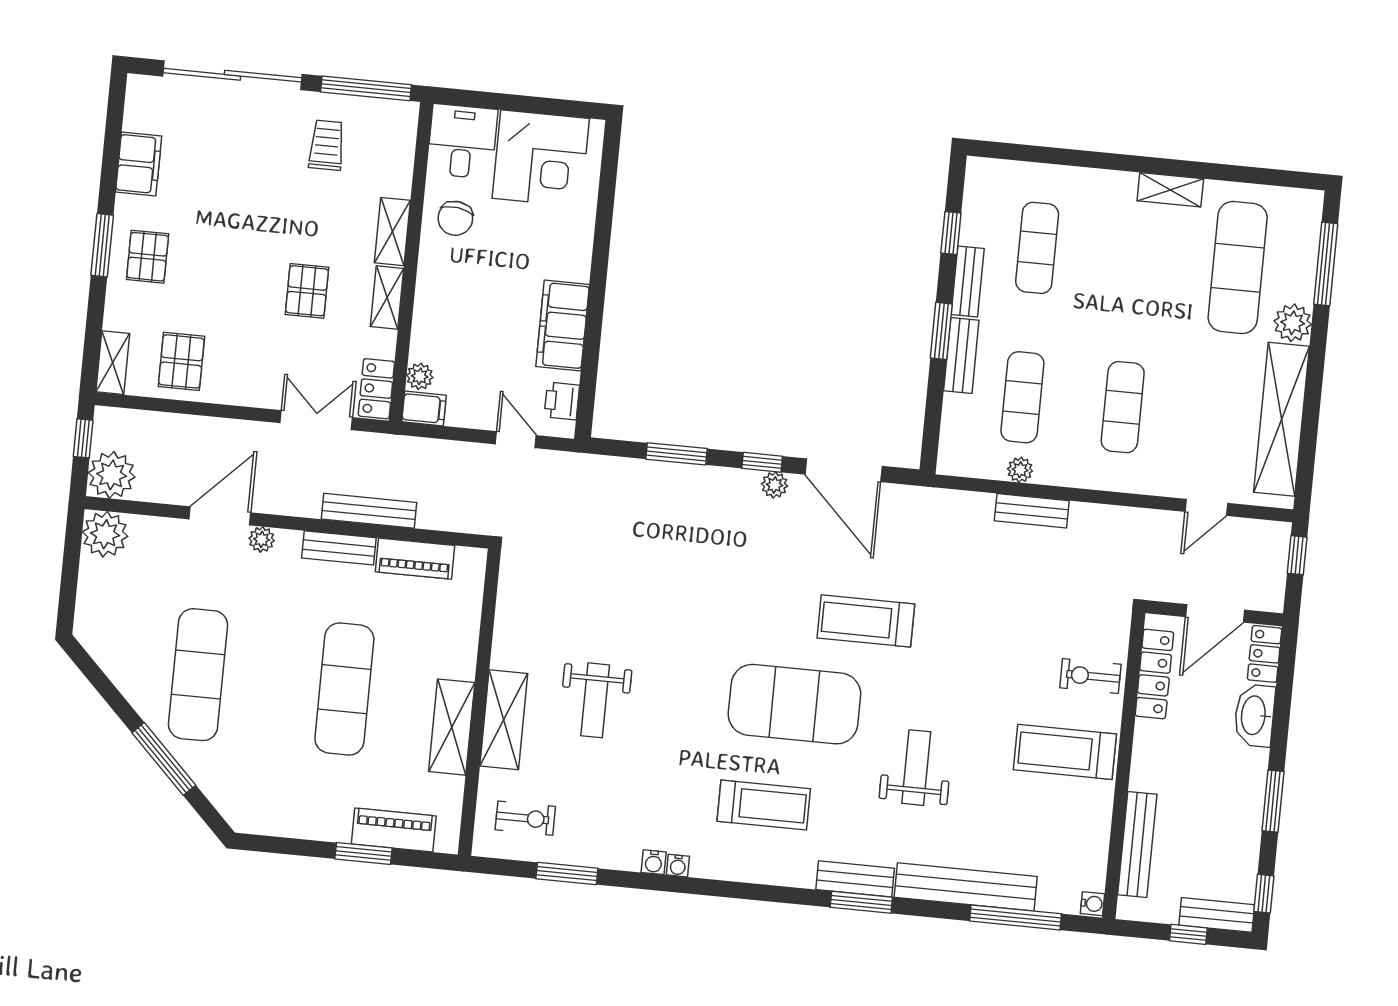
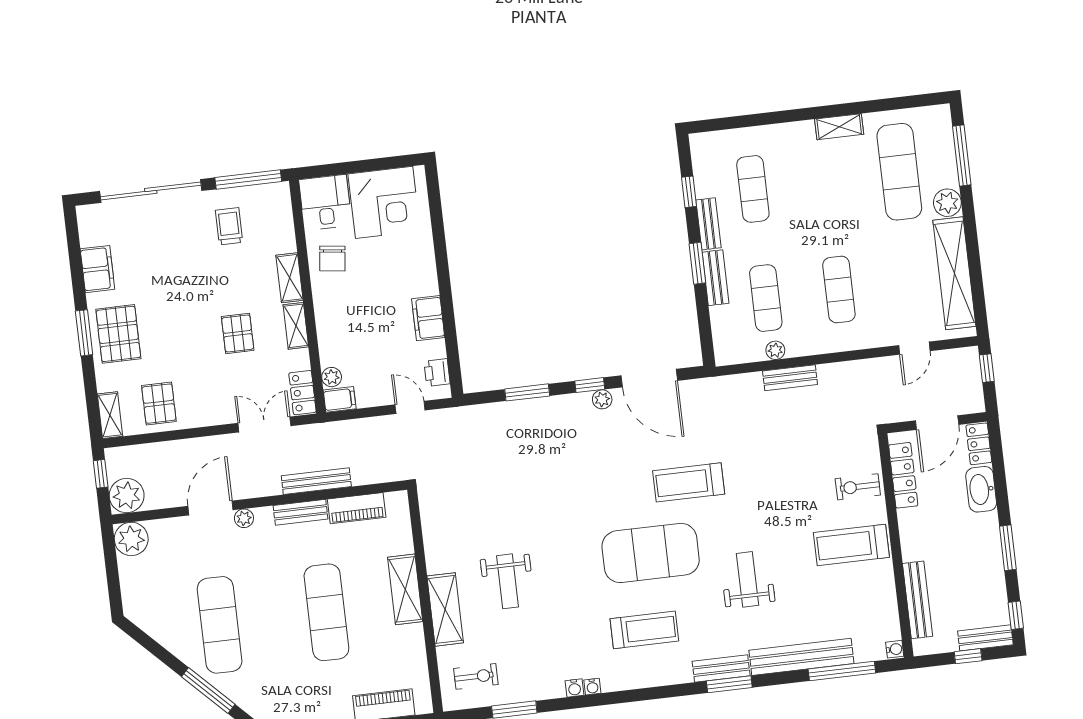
pallet: (148, 257) -> (118, 334), width x1.50, depth x1.42
filing cabinet: (563, 325) -> (428, 318), width x0.67, depth x0.86
shelving: (452, 727) -> (405, 589), moved

